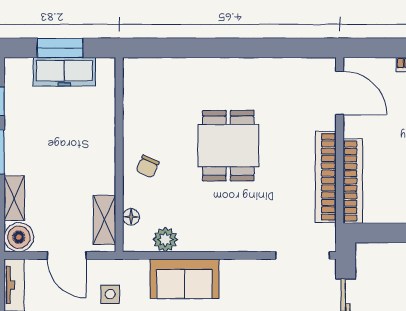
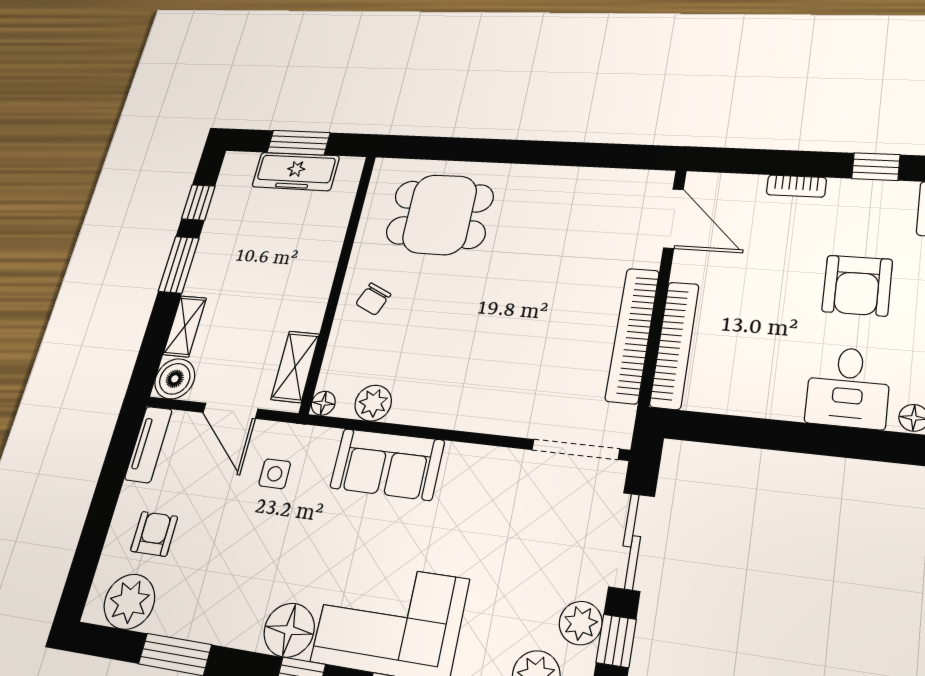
dining table: (228, 146) -> (440, 214), moved, turned 90
floor lamp: (131, 217) -> (323, 403), moved

